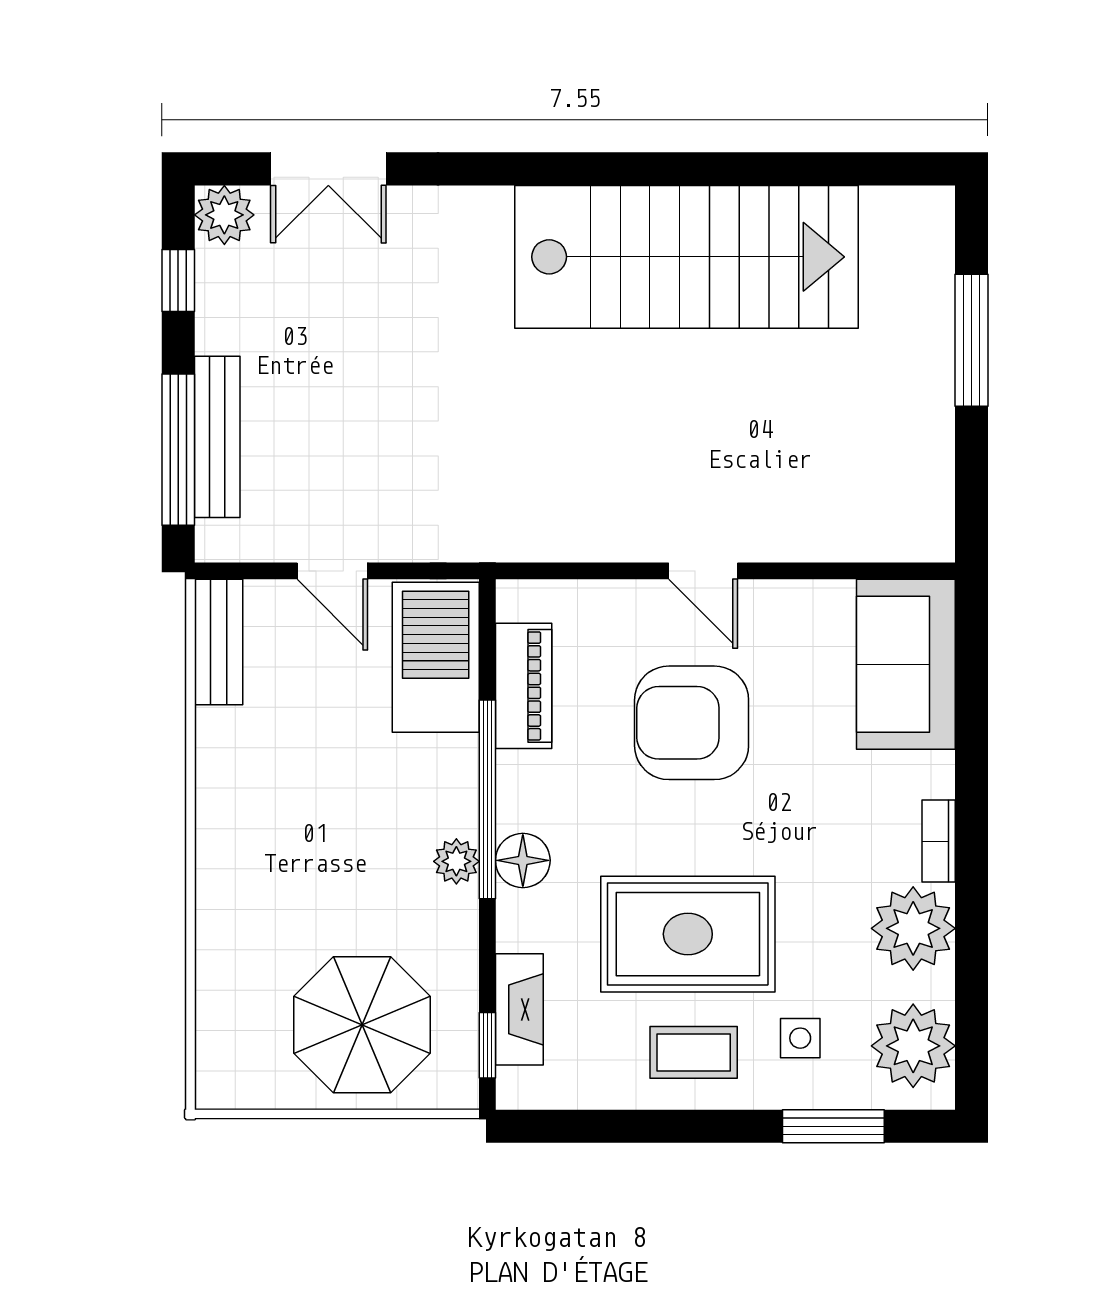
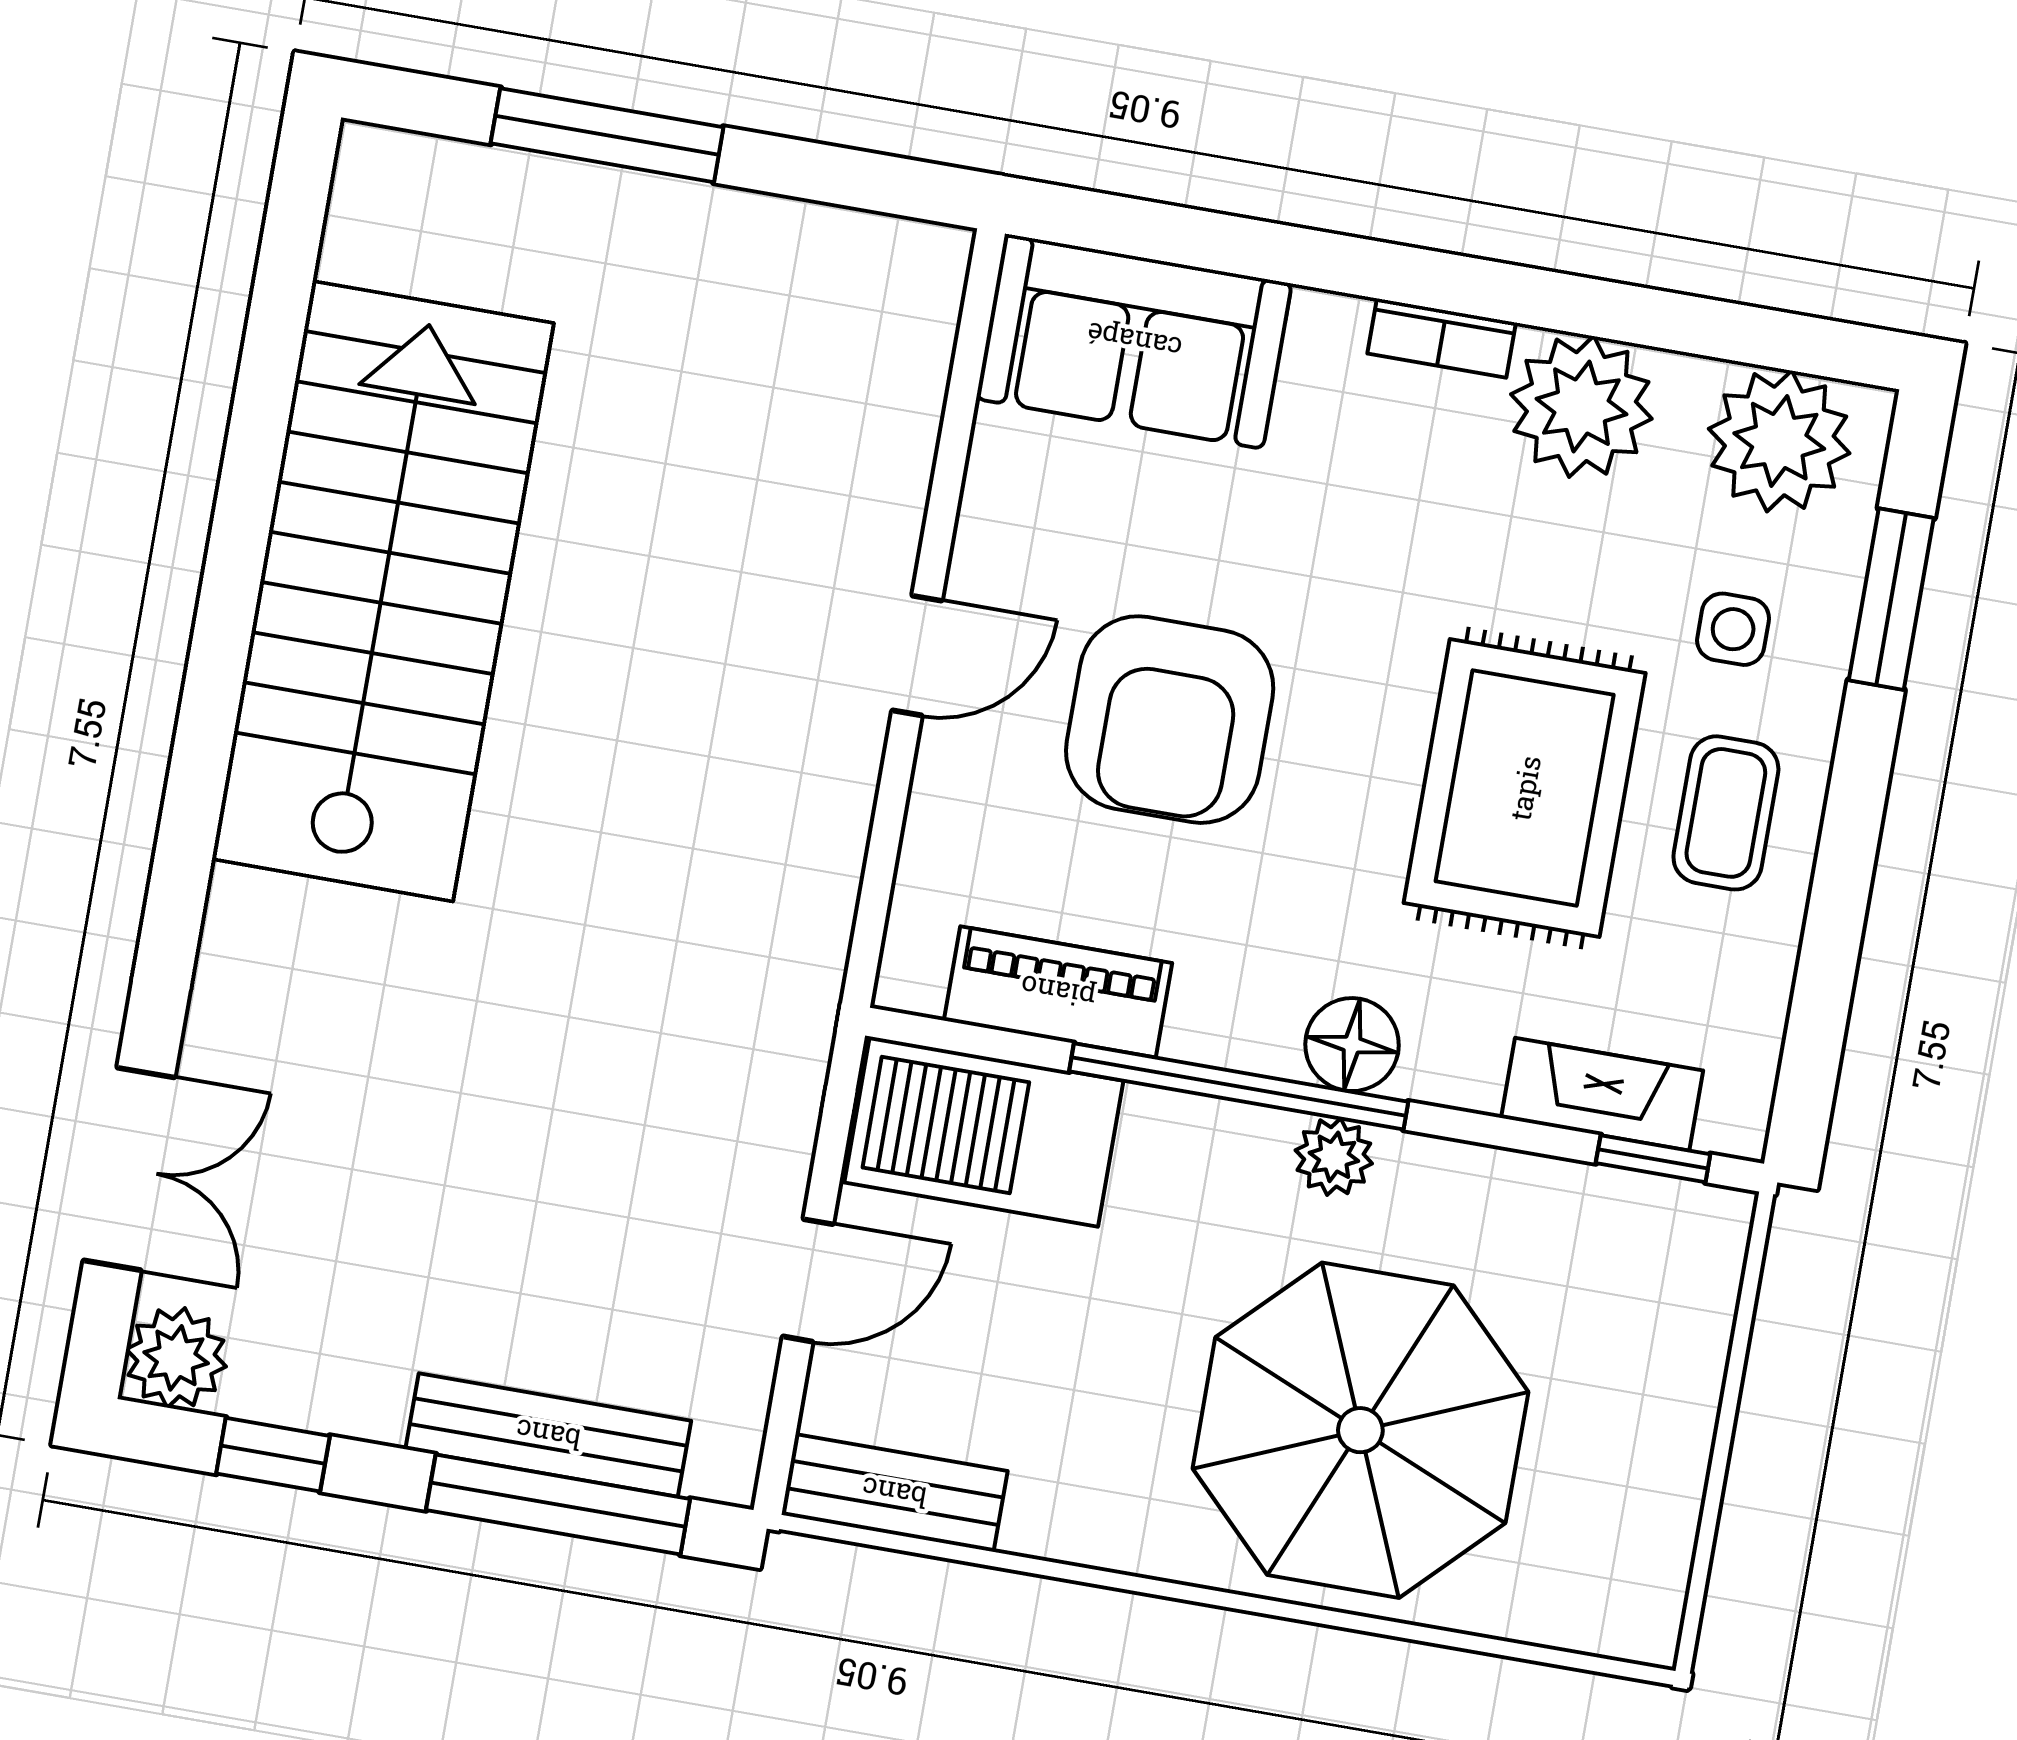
parasol: (362, 1025) -> (1360, 1430), moved, width x1.36, depth x1.36

